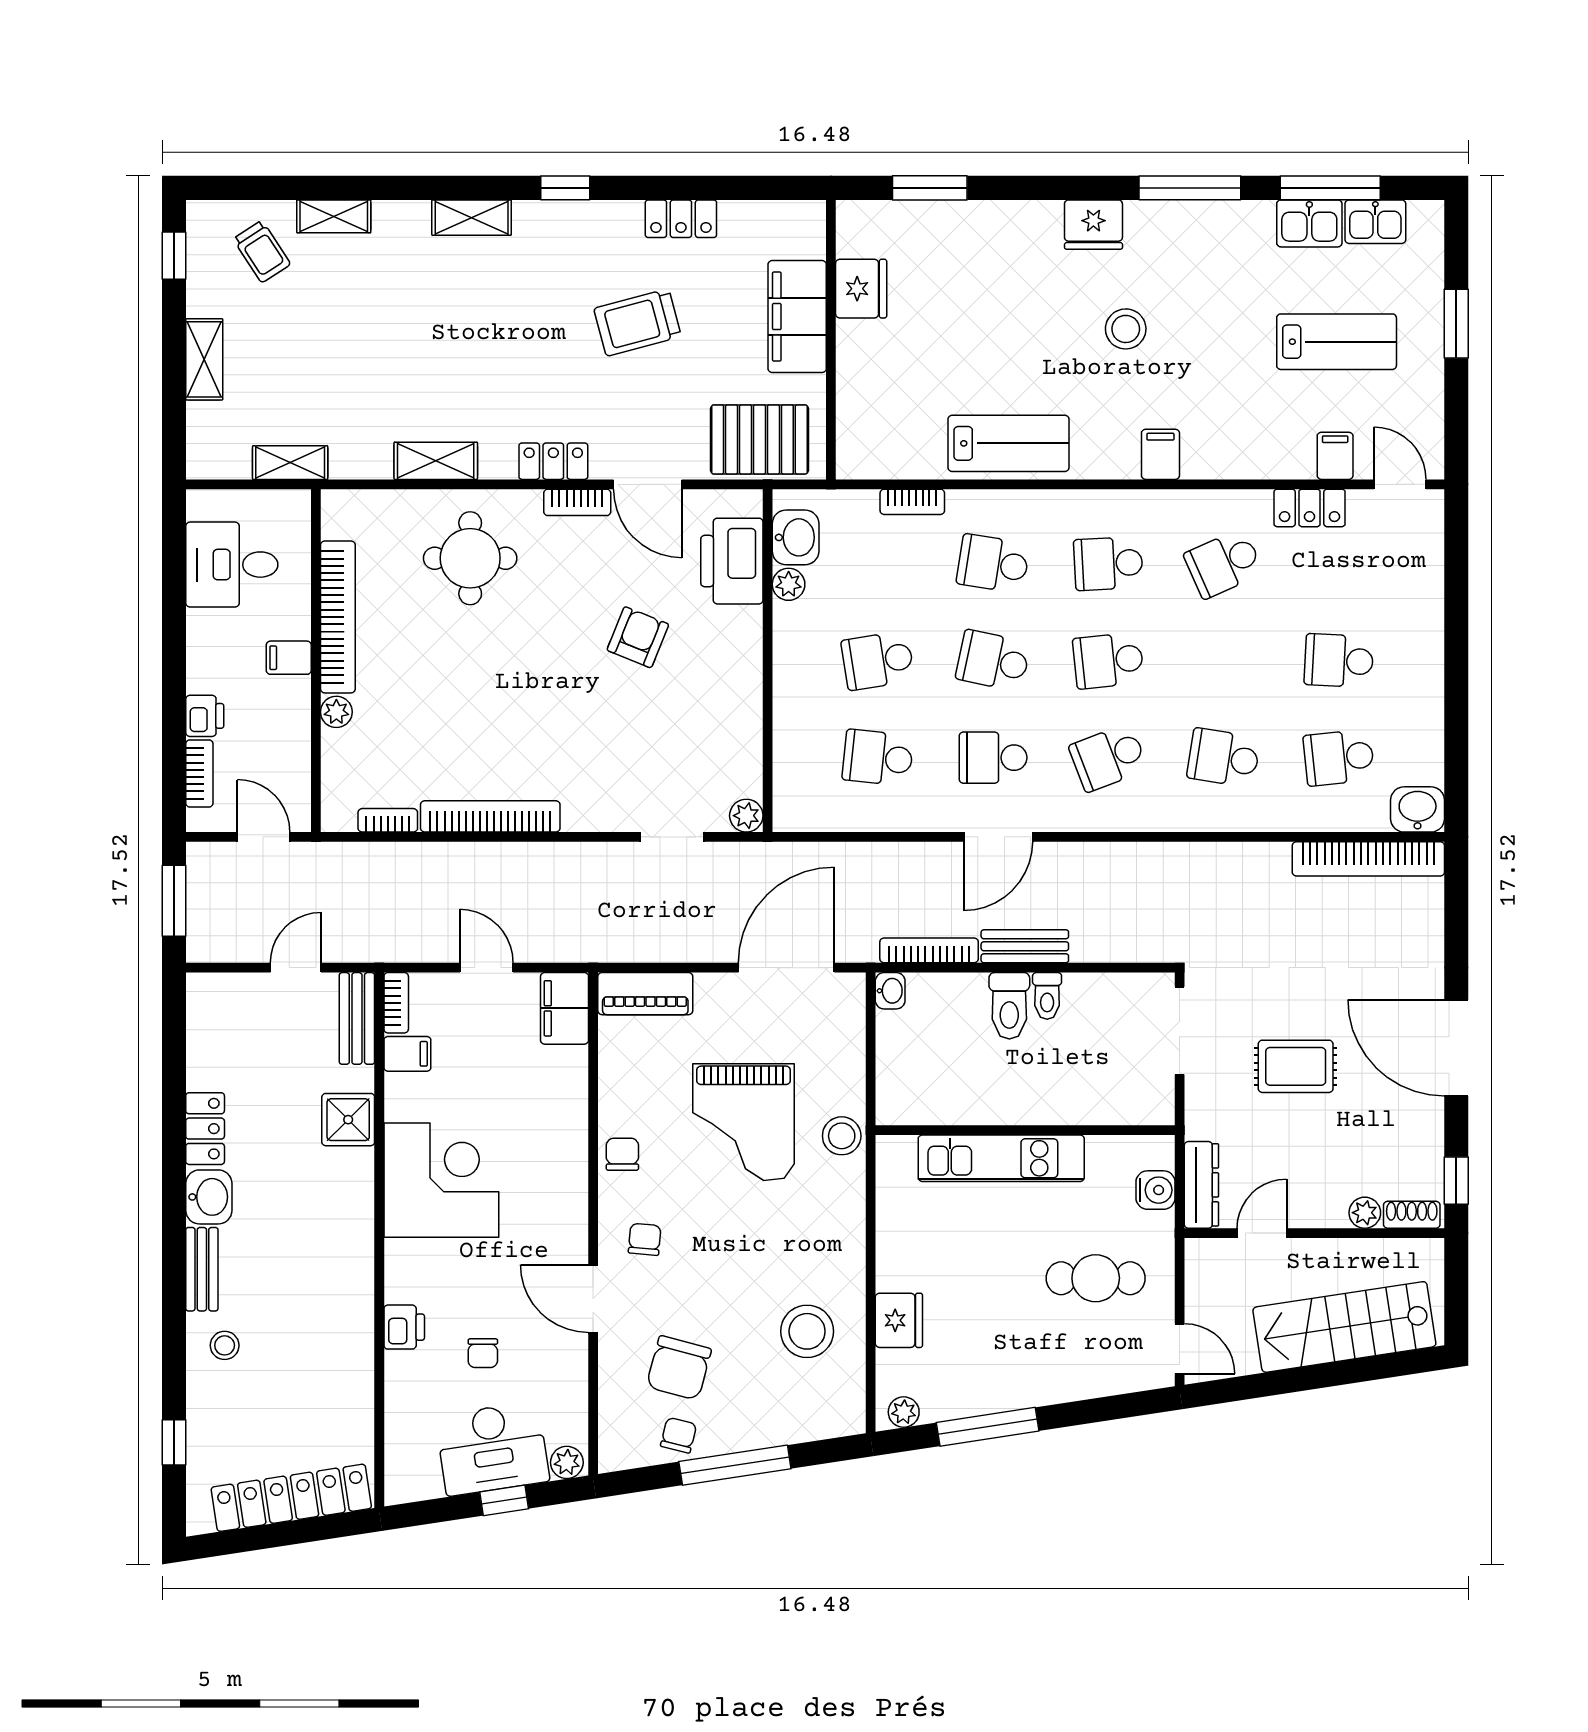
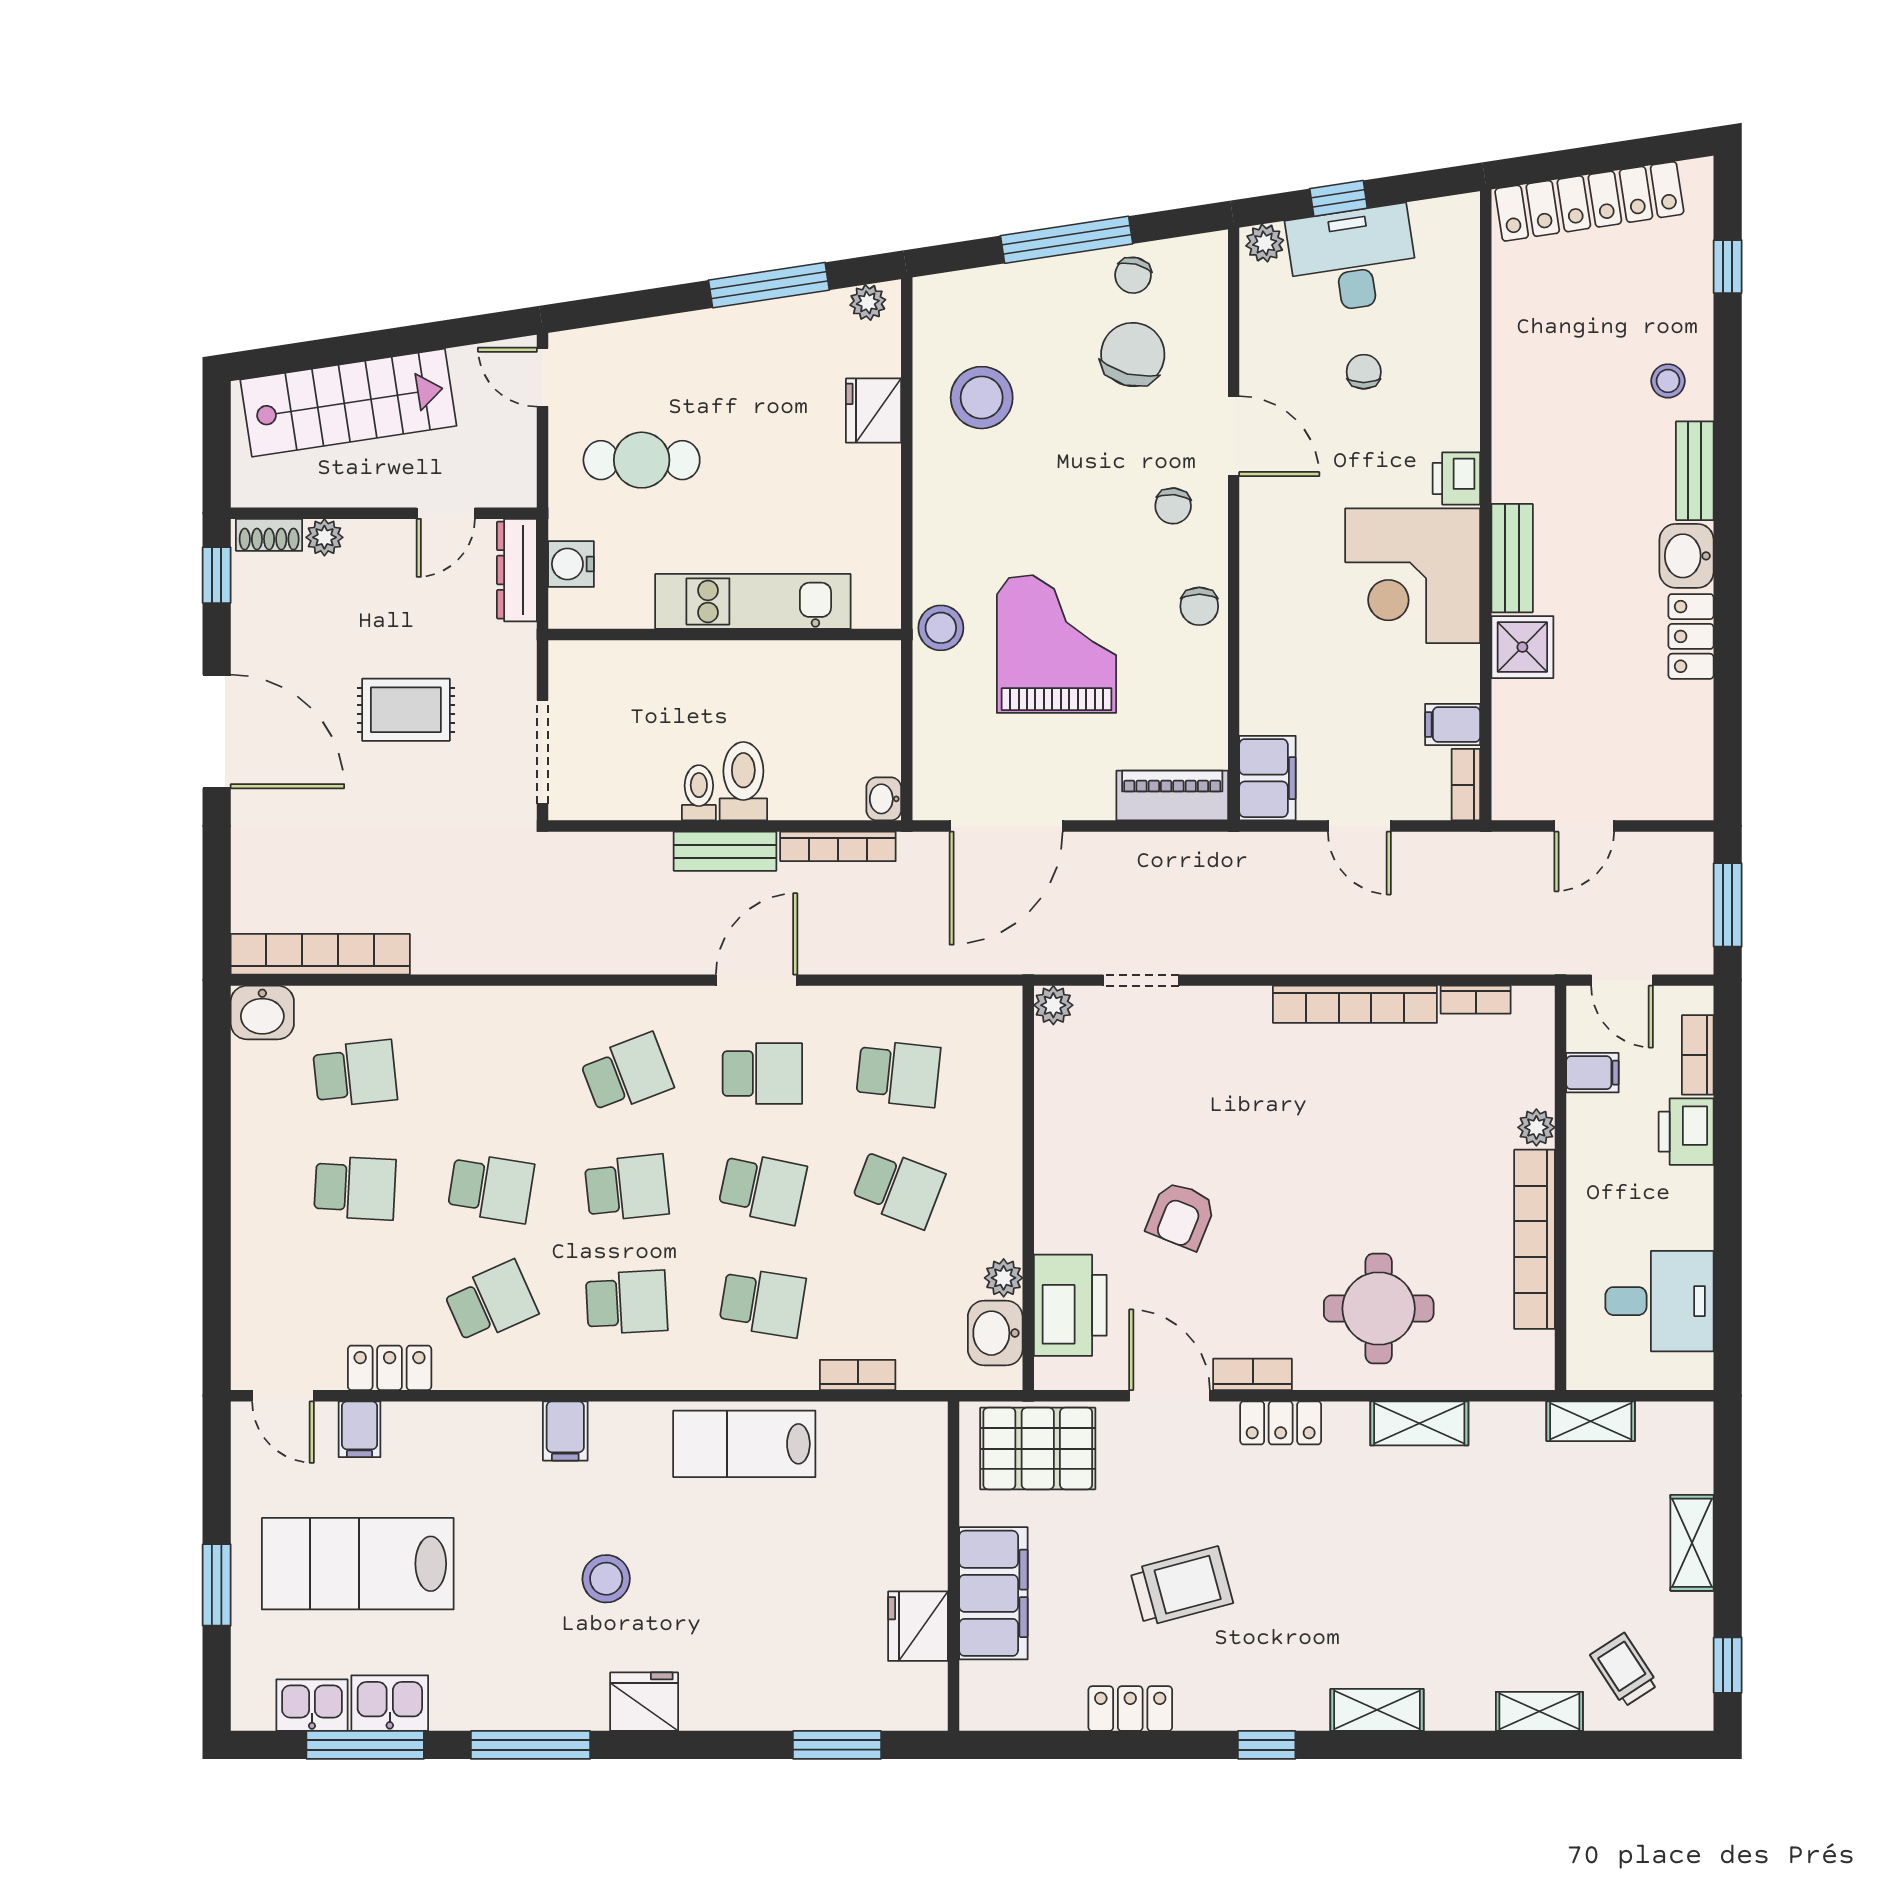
lab bench: (1337, 342) -> (358, 1564), width x1.36, depth x1.39
filing cabinet: (289, 658) -> (1592, 1073), moved
school desk: (878, 661) -> (898, 1188), turned 30
printer: (205, 716) -> (1686, 1132), width x1.36, depth x1.24
school desk: (1224, 758) -> (491, 1188), moved
bench: (357, 1018) -> (1512, 558), moved
printer: (404, 1327) -> (1456, 478), moved

